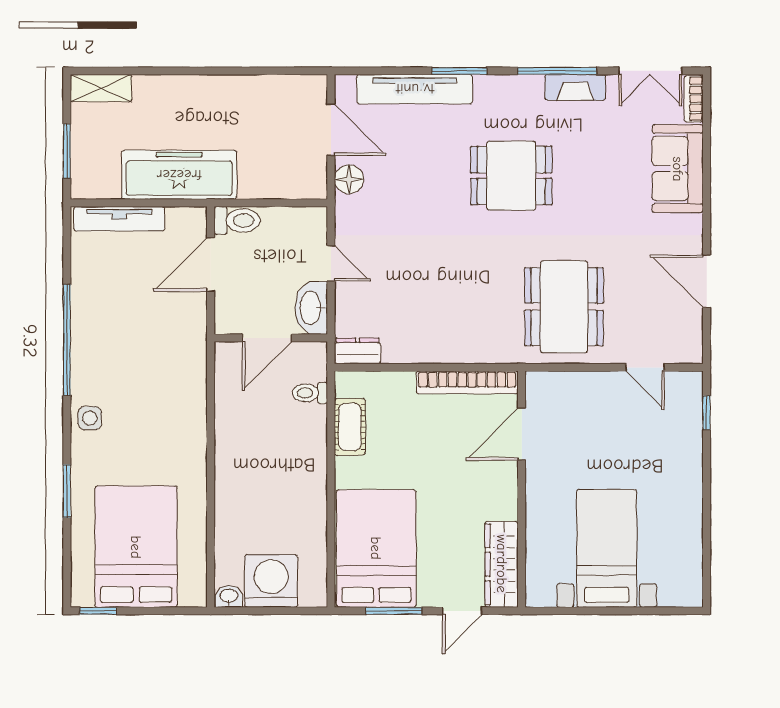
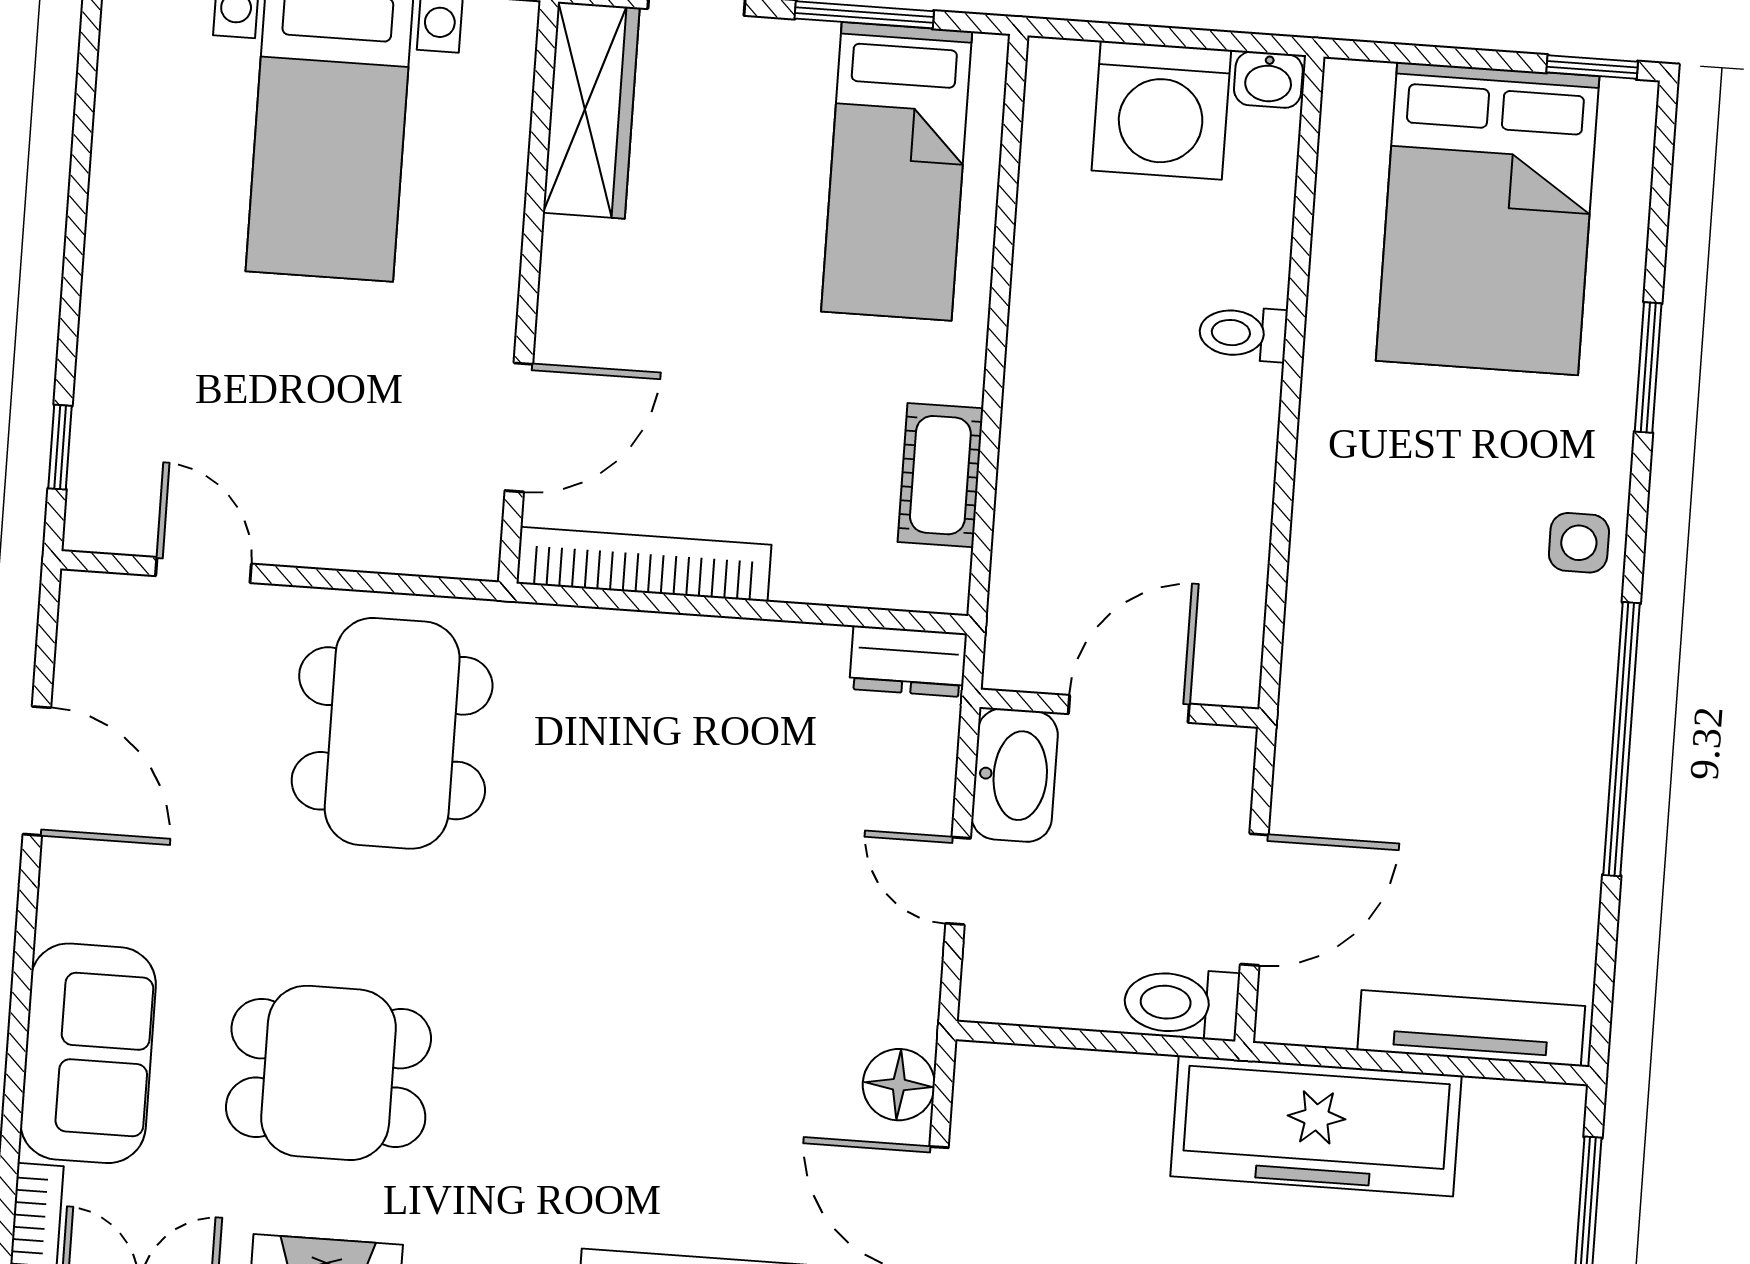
dining table: (511, 176) -> (328, 1073), moved
toilet: (310, 393) -> (1243, 333), moved, turned 180
bed: (376, 548) -> (897, 171), width x0.67

